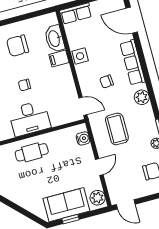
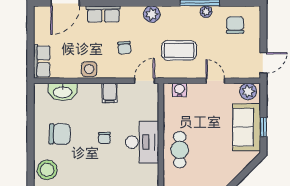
chair: (18, 46) -> (60, 134), turned -89
filing cabinet: (59, 59) -> (110, 93), moved
row of seats: (133, 62) -> (103, 14), width x0.68

